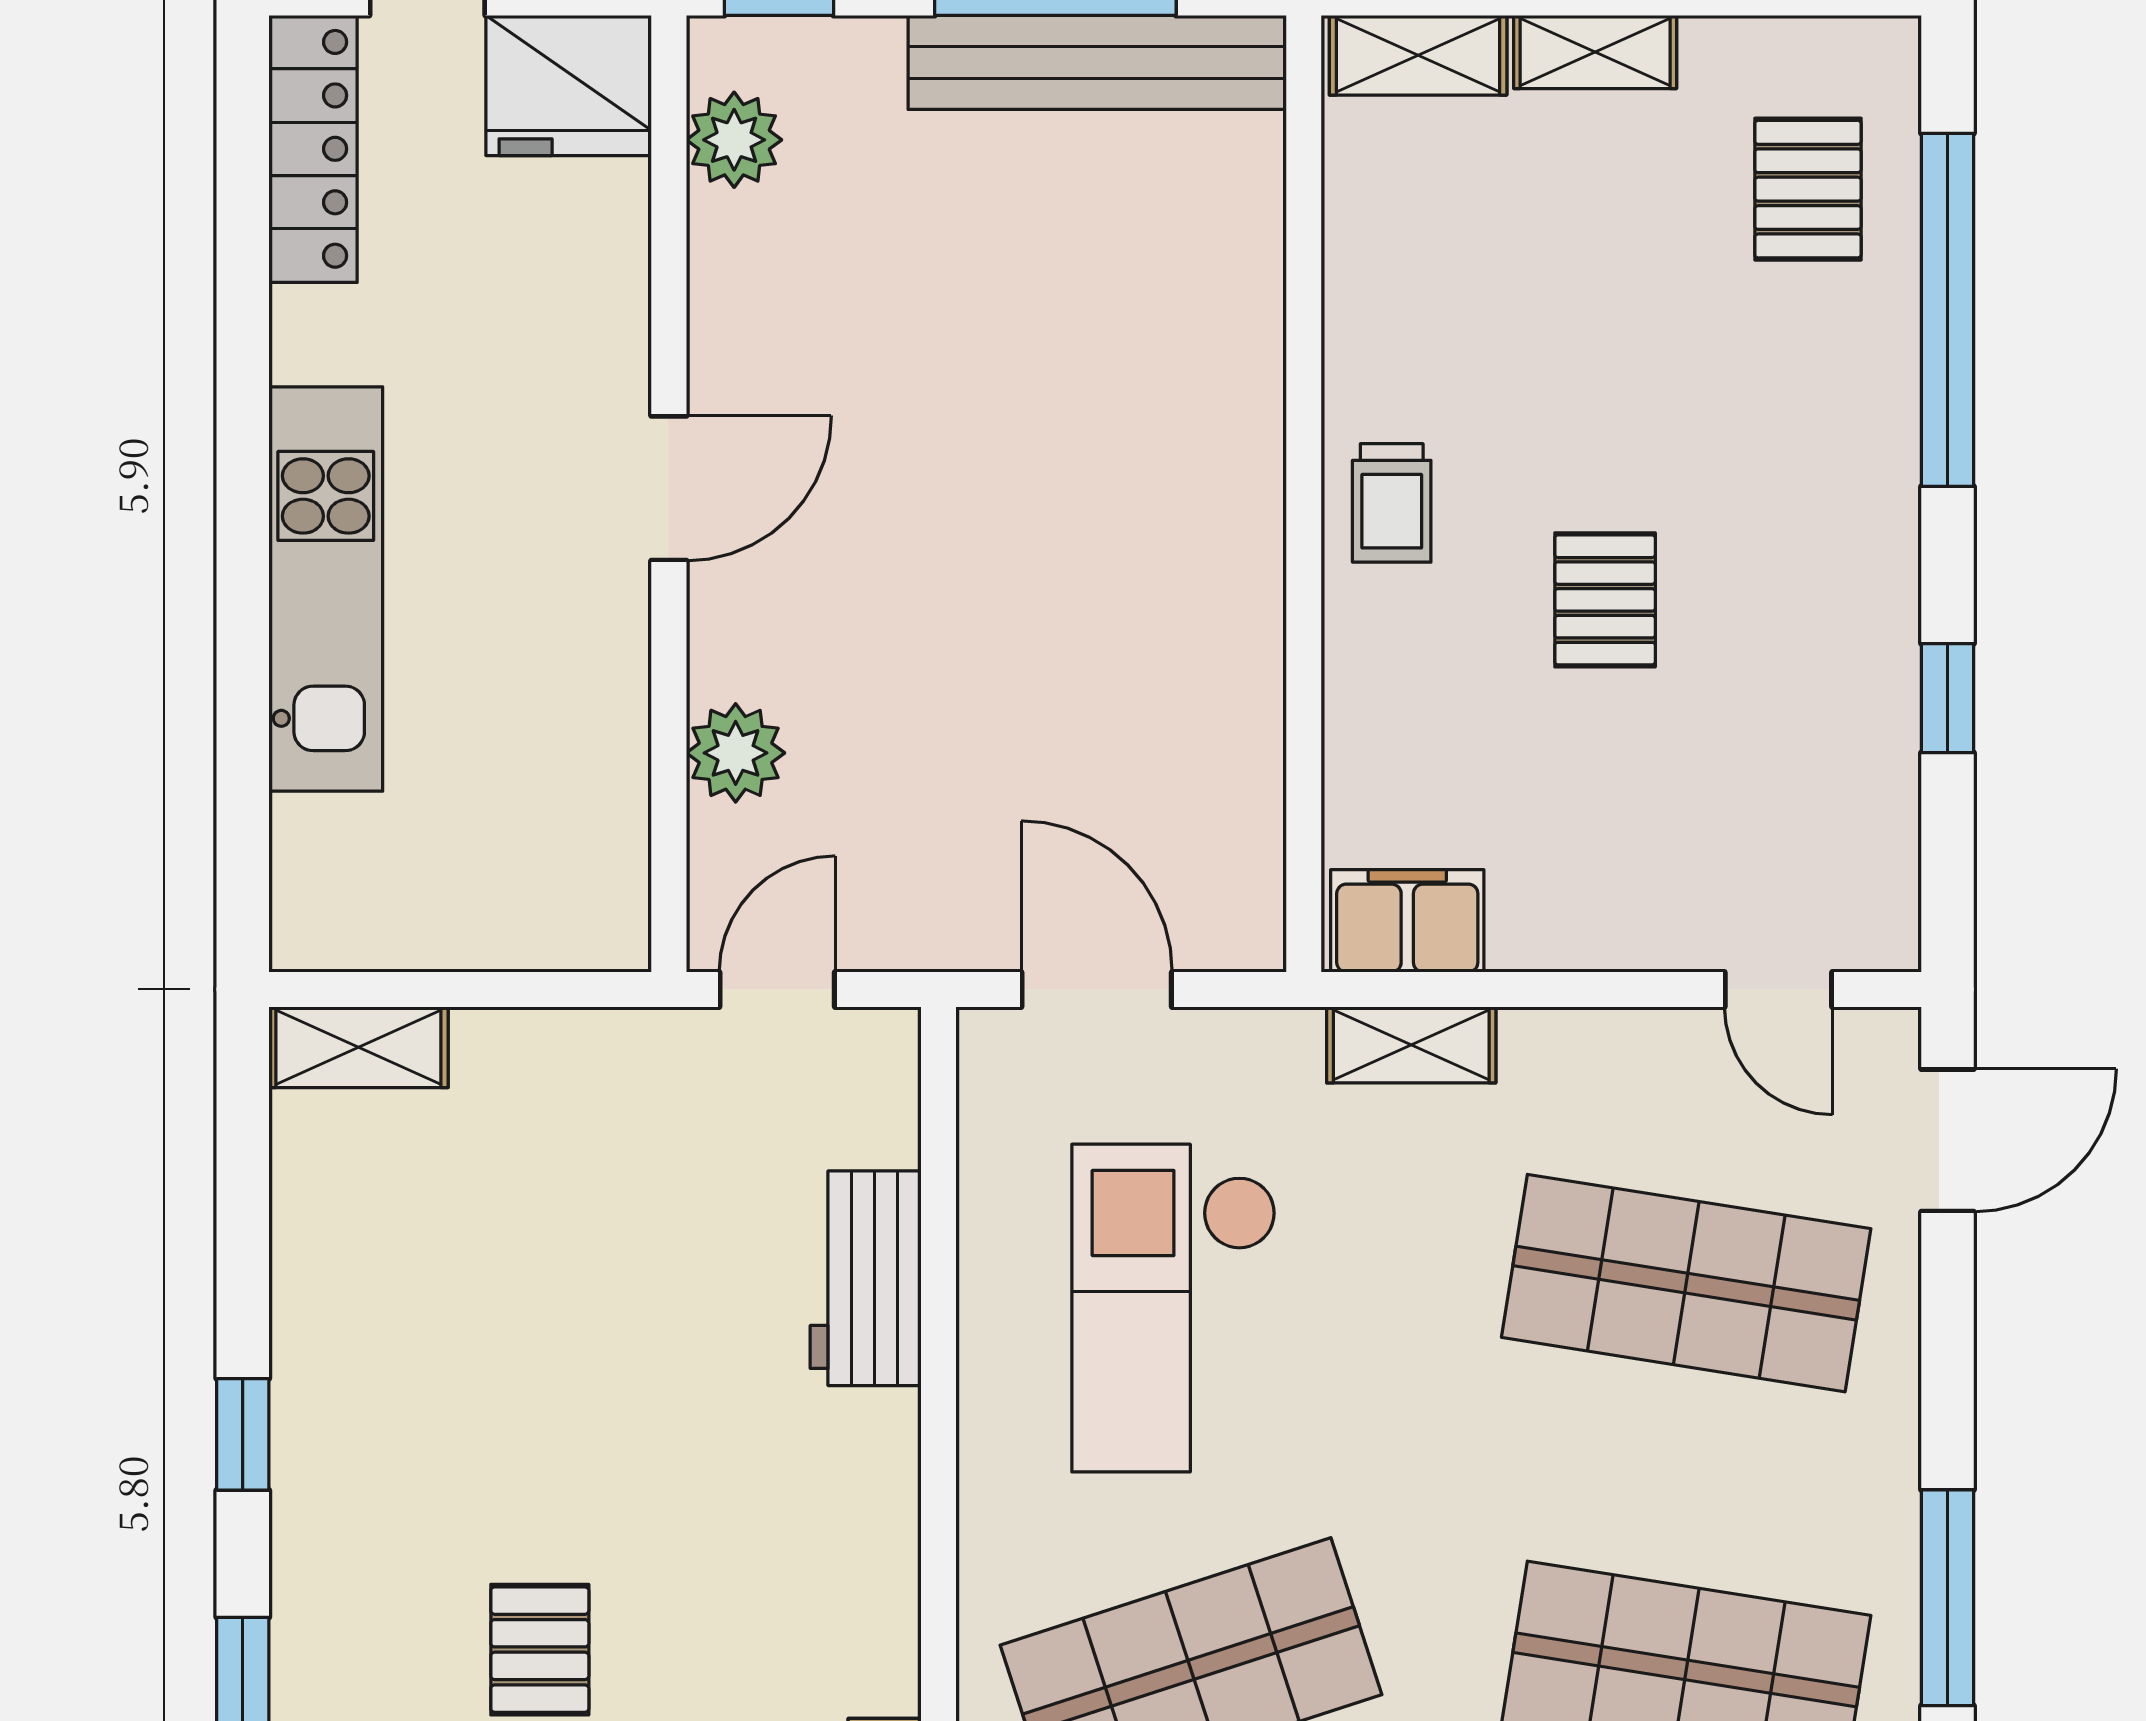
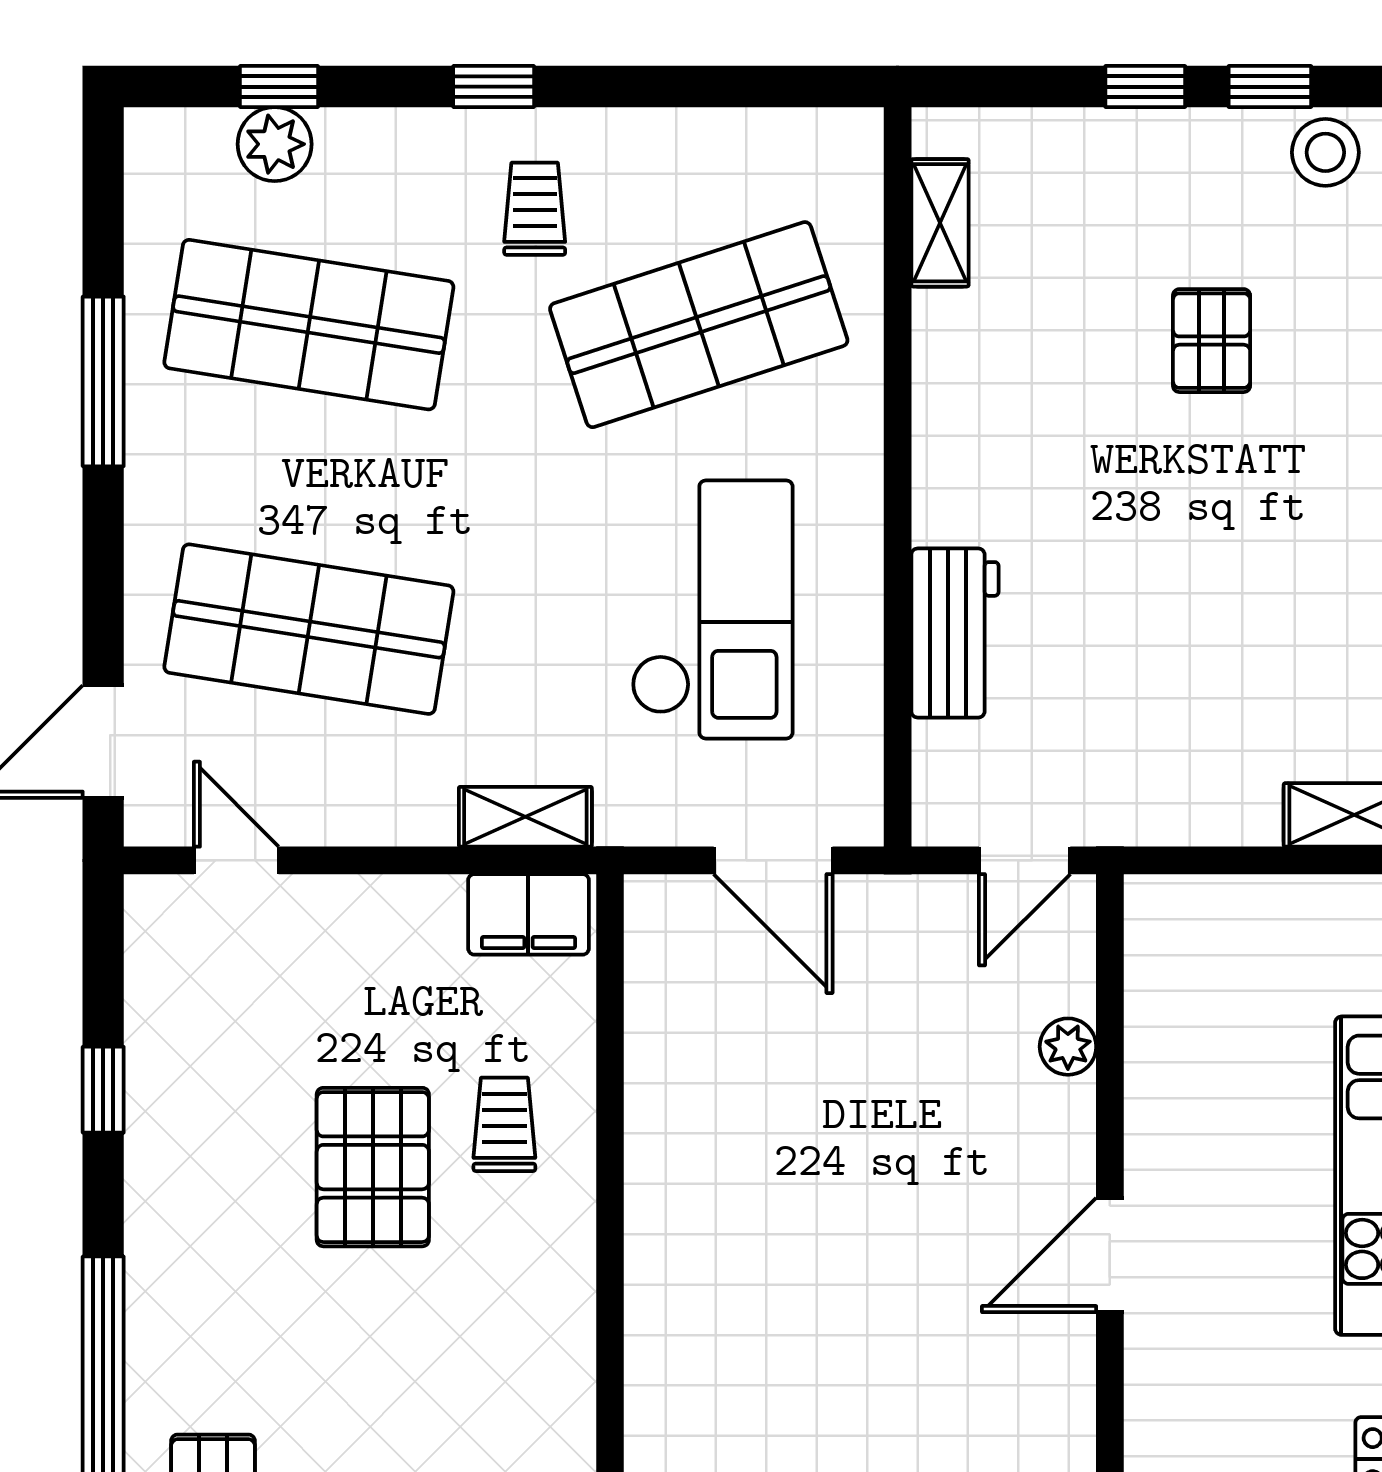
trolley: (1392, 503) -> (504, 1124), moved
pallet: (1605, 600) -> (373, 1167), width x1.50, depth x1.42
plant: (736, 753) -> (1068, 1047), width x0.73, depth x0.73

